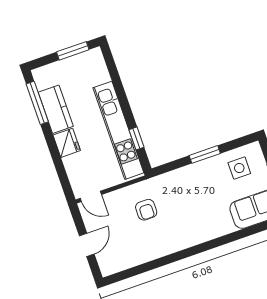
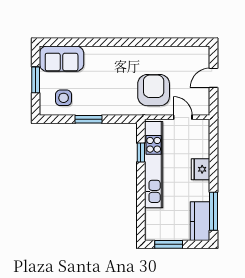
kitchen counter: (56, 109) -> (200, 221), moved
door: (91, 196) -> (183, 117), moved
armchair: (146, 210) -> (154, 90), width x1.88, depth x1.88

